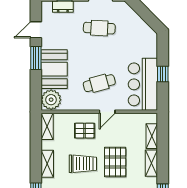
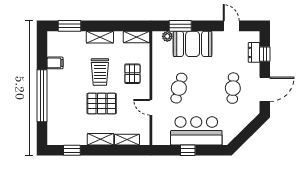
window: (36, 58) -> (180, 26), moved
cafe table: (99, 83) -> (179, 88), turned 30
bar counter: (143, 84) -> (196, 131), moved
plant: (51, 100) -> (167, 36), width x0.53, depth x0.53
door: (107, 112) -> (151, 107), moved

